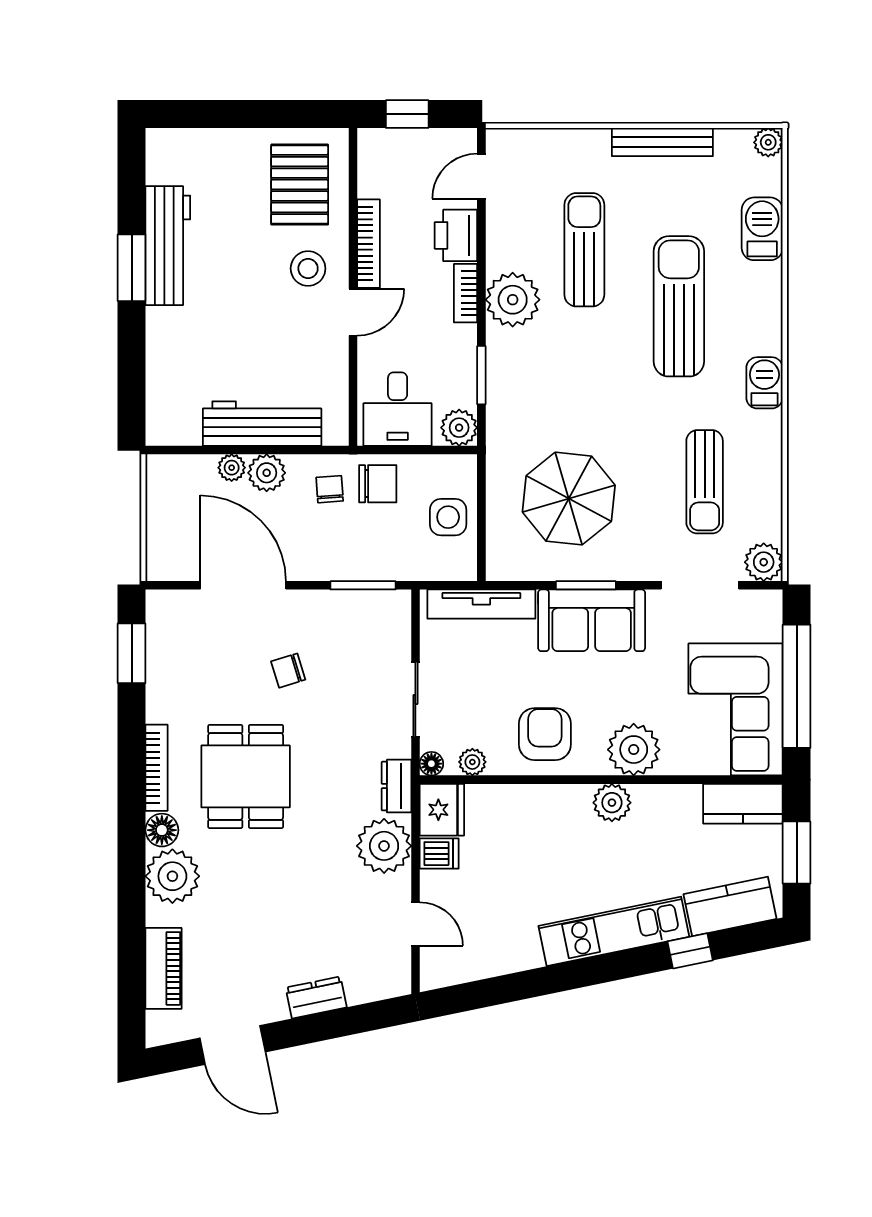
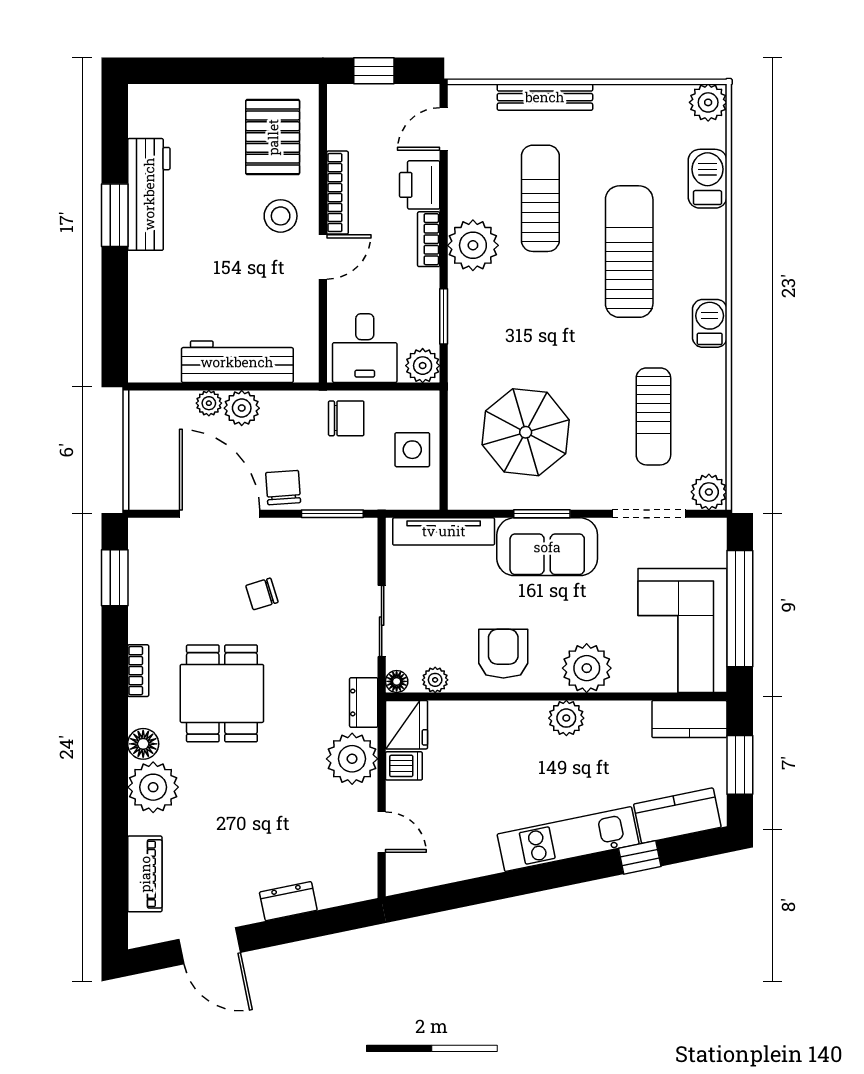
bench: (662, 142) -> (545, 97), moved
plant: (768, 142) -> (708, 102), width x1.38, depth x1.38
chair: (330, 489) -> (283, 488), moved, width x1.37, depth x1.37
bookcase: (157, 768) -> (138, 671), width x0.64

